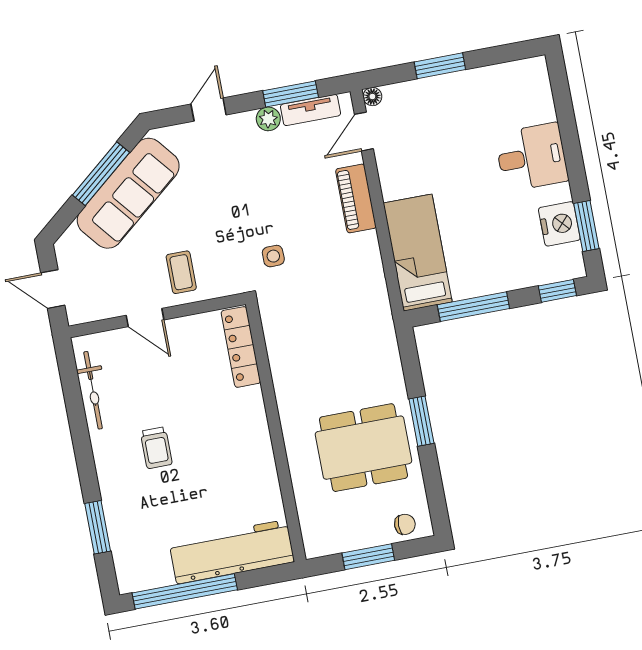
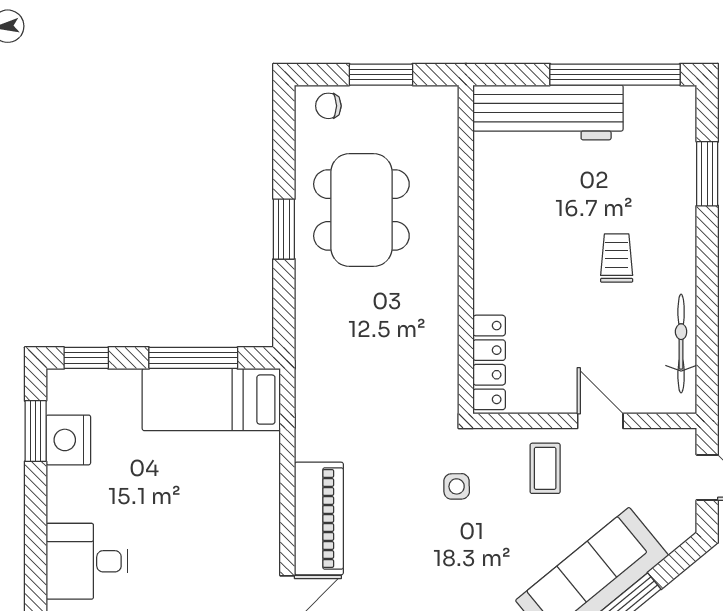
desk: (532, 157) -> (87, 561), moved
piano: (356, 198) -> (319, 518), width x1.37, depth x1.33
bed: (418, 253) -> (211, 400), moved, turned 90
side table: (273, 256) -> (457, 486), moved
dining table: (363, 448) -> (361, 210), turned 90

